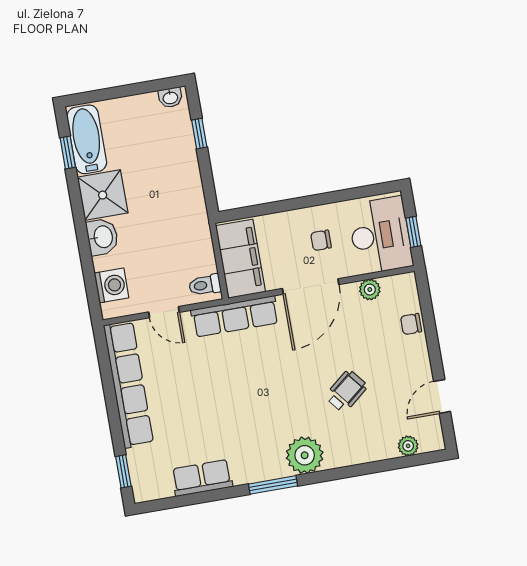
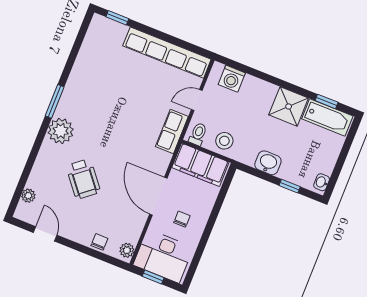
washbasin: (102, 237) -> (268, 163), moved, turned 180
stool: (193, 248) -> (224, 141), added
plant: (370, 290) -> (127, 250), moved
row of seats: (235, 316) -> (172, 132), width x0.68
wheelchair: (346, 391) -> (83, 179), width x1.36, depth x1.37
row of seats: (202, 478) -> (85, 62), removed

